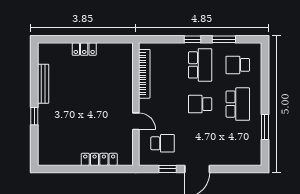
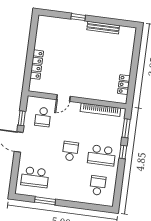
window: (224, 39) -> (126, 128), moved
locker: (84, 49) -> (124, 85), moved
school desk: (238, 104) -> (35, 177), moved

